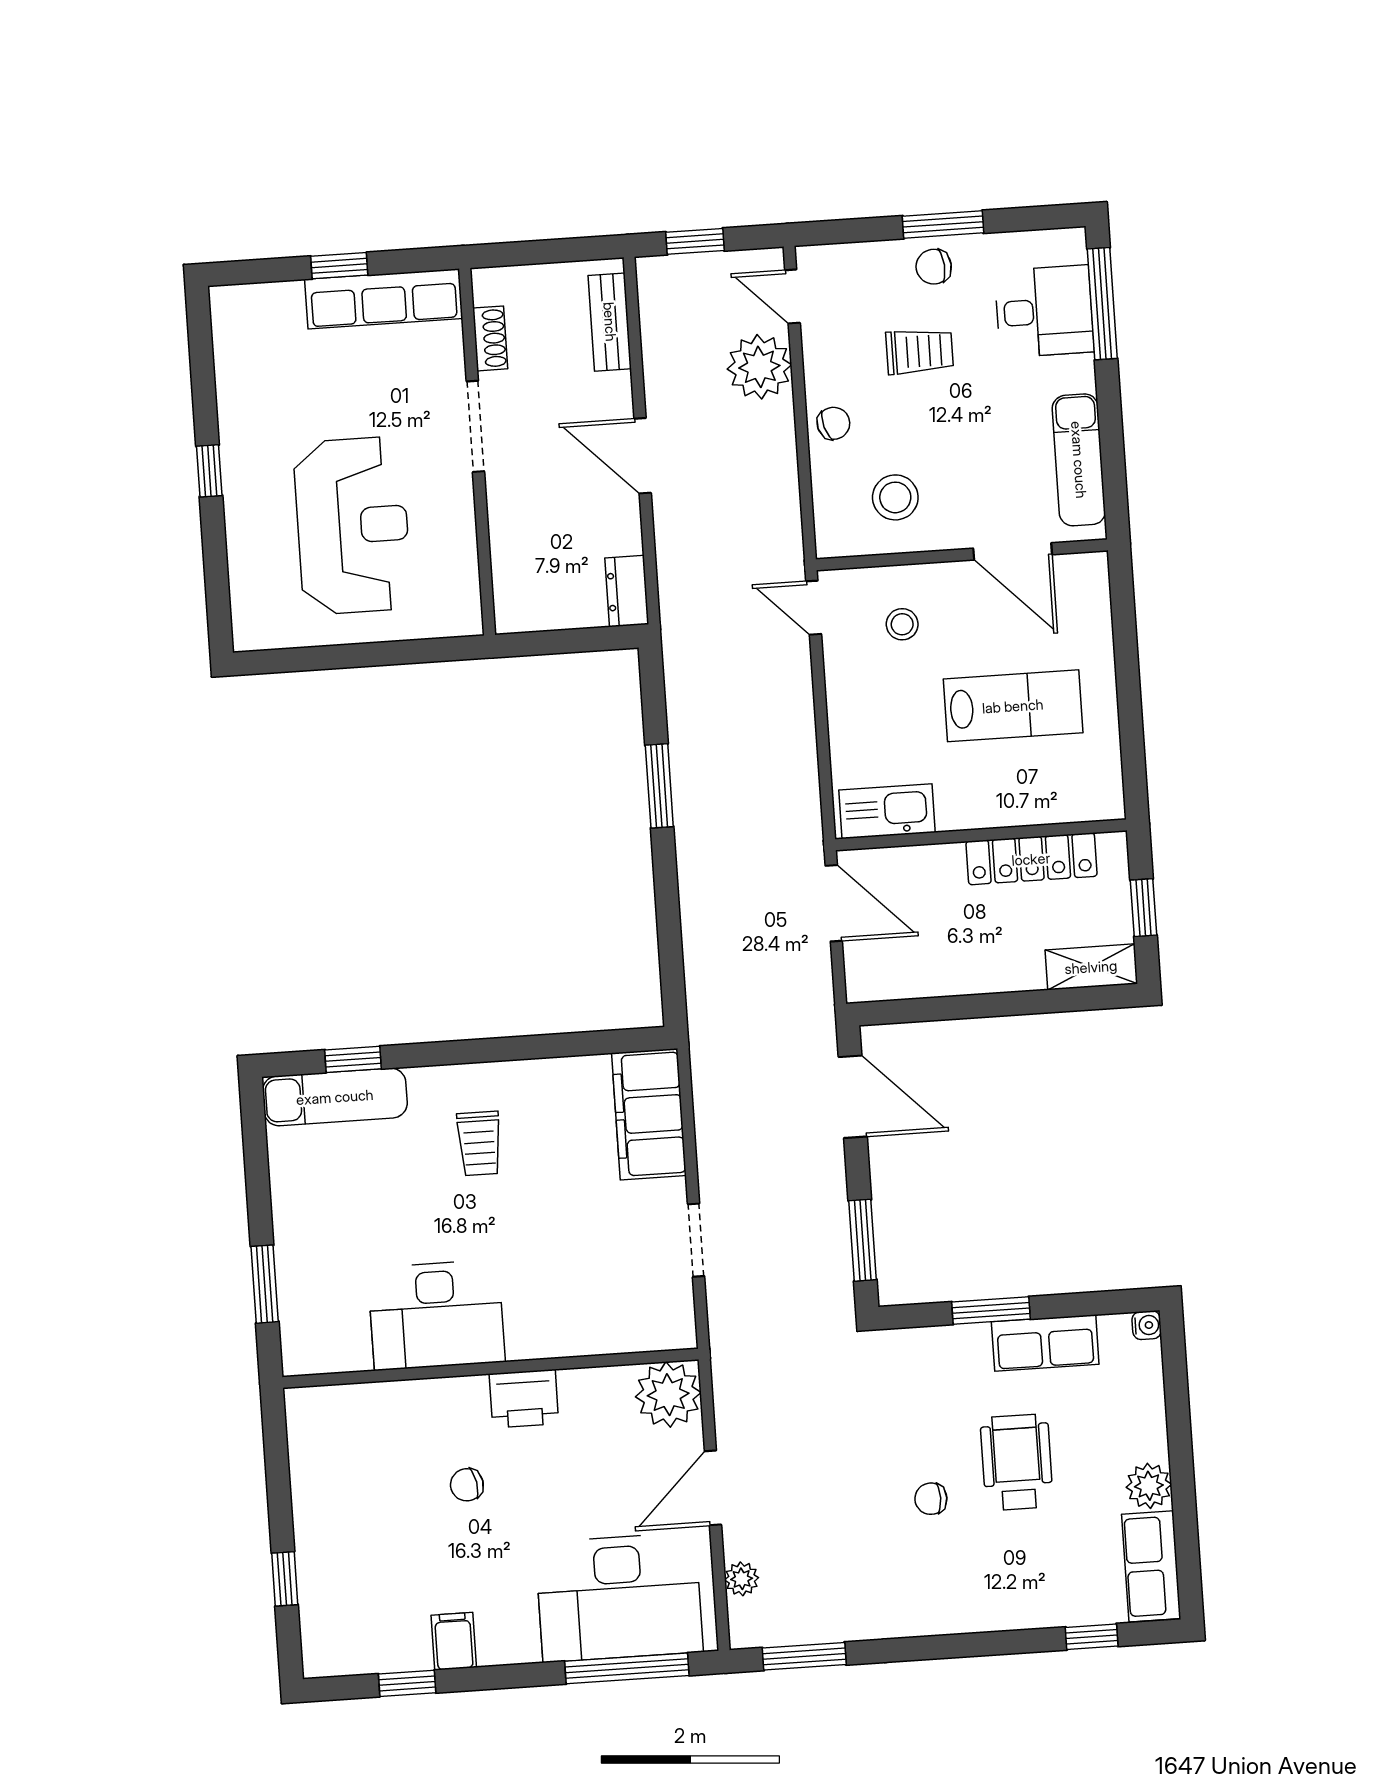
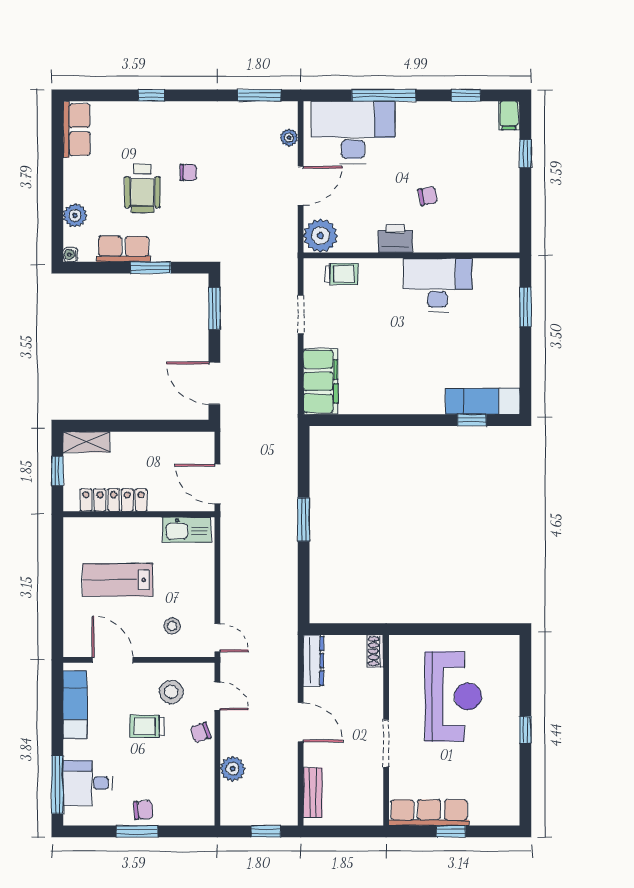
door: (792, 297) -> (217, 696), moved
shoe rack: (490, 338) -> (375, 651), moved
trolley: (920, 351) -> (147, 726), moved
plant: (759, 367) -> (233, 769), width x0.73, depth x0.73
reception desk: (353, 526) -> (453, 696), turned 180
dresser: (627, 591) -> (314, 661), width x1.44
window: (659, 786) -> (304, 520), moved
trolley: (479, 1143) -> (342, 274), moved, turned 90
plant: (1149, 1486) -> (75, 215), moved
window: (1092, 1637) -> (152, 95), moved
filing cabinet: (454, 1641) -> (509, 115), moved
window: (627, 1668) -> (384, 95), moved

